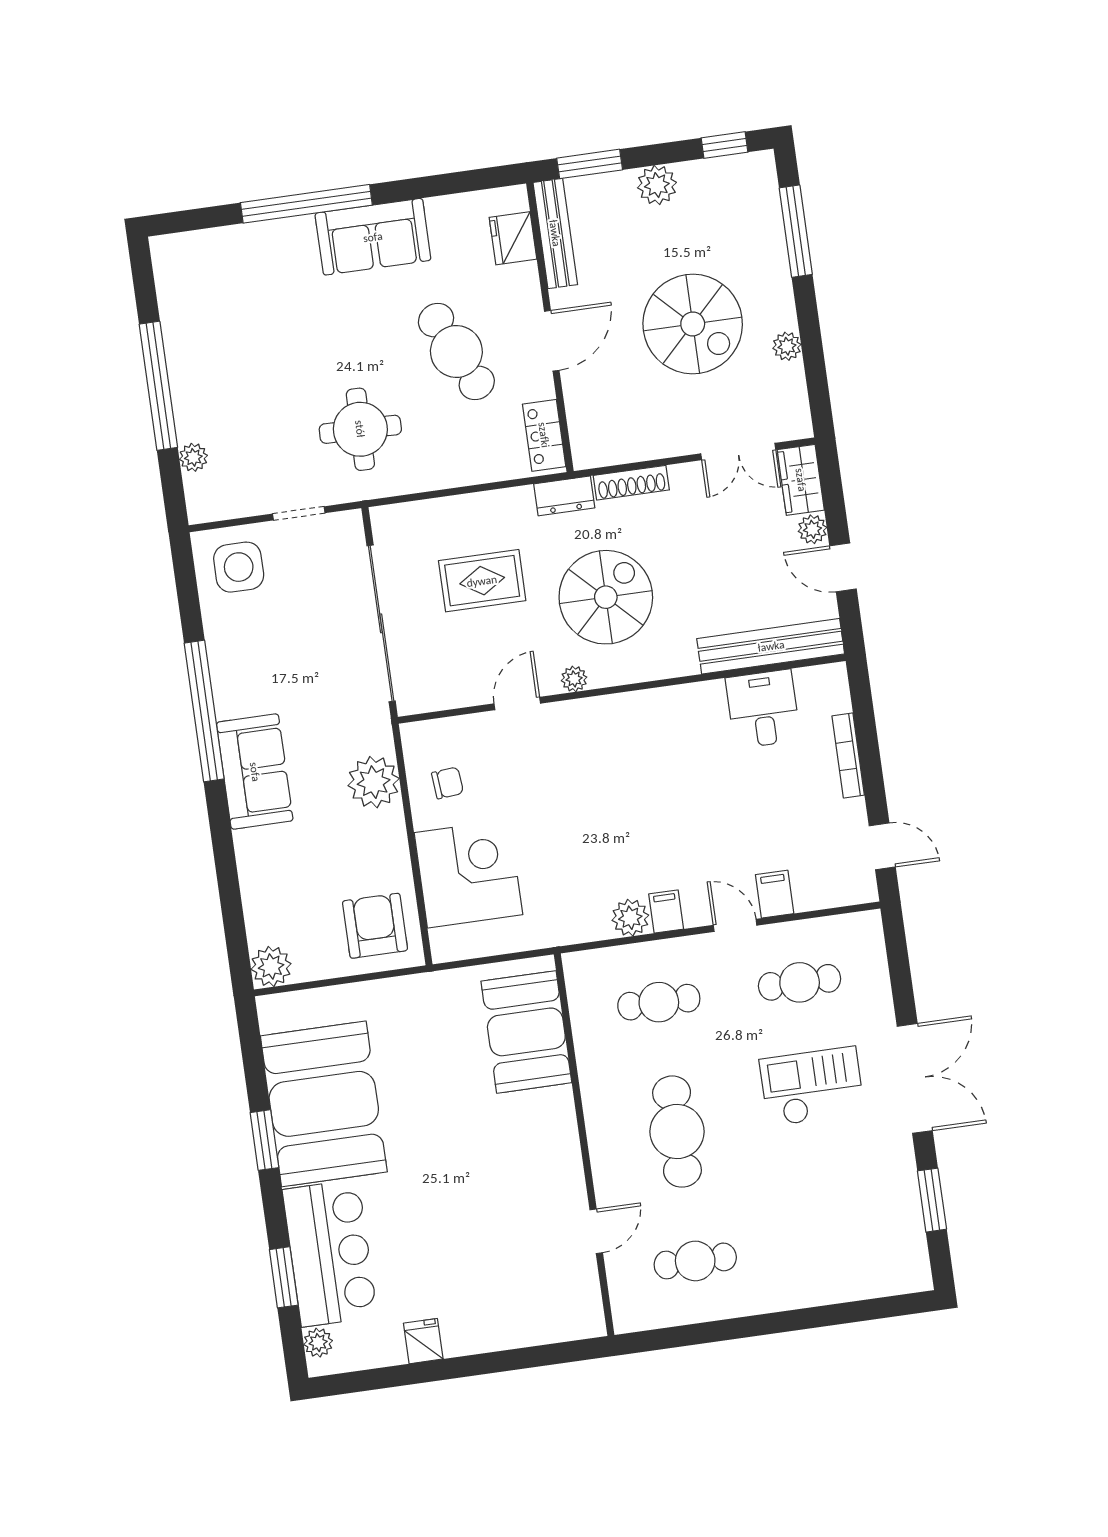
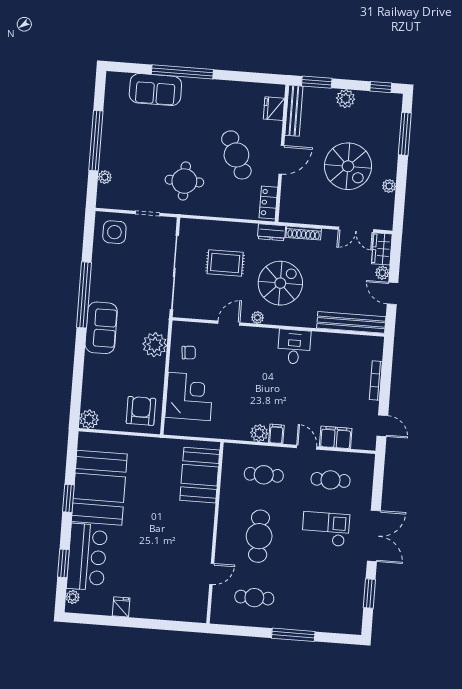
sofa: (373, 237) -> (155, 90), moved
desk: (763, 709) -> (294, 347), moved
filing cabinet: (775, 894) -> (336, 437), width x2.00
window: (793, 1320) -> (293, 635), added

